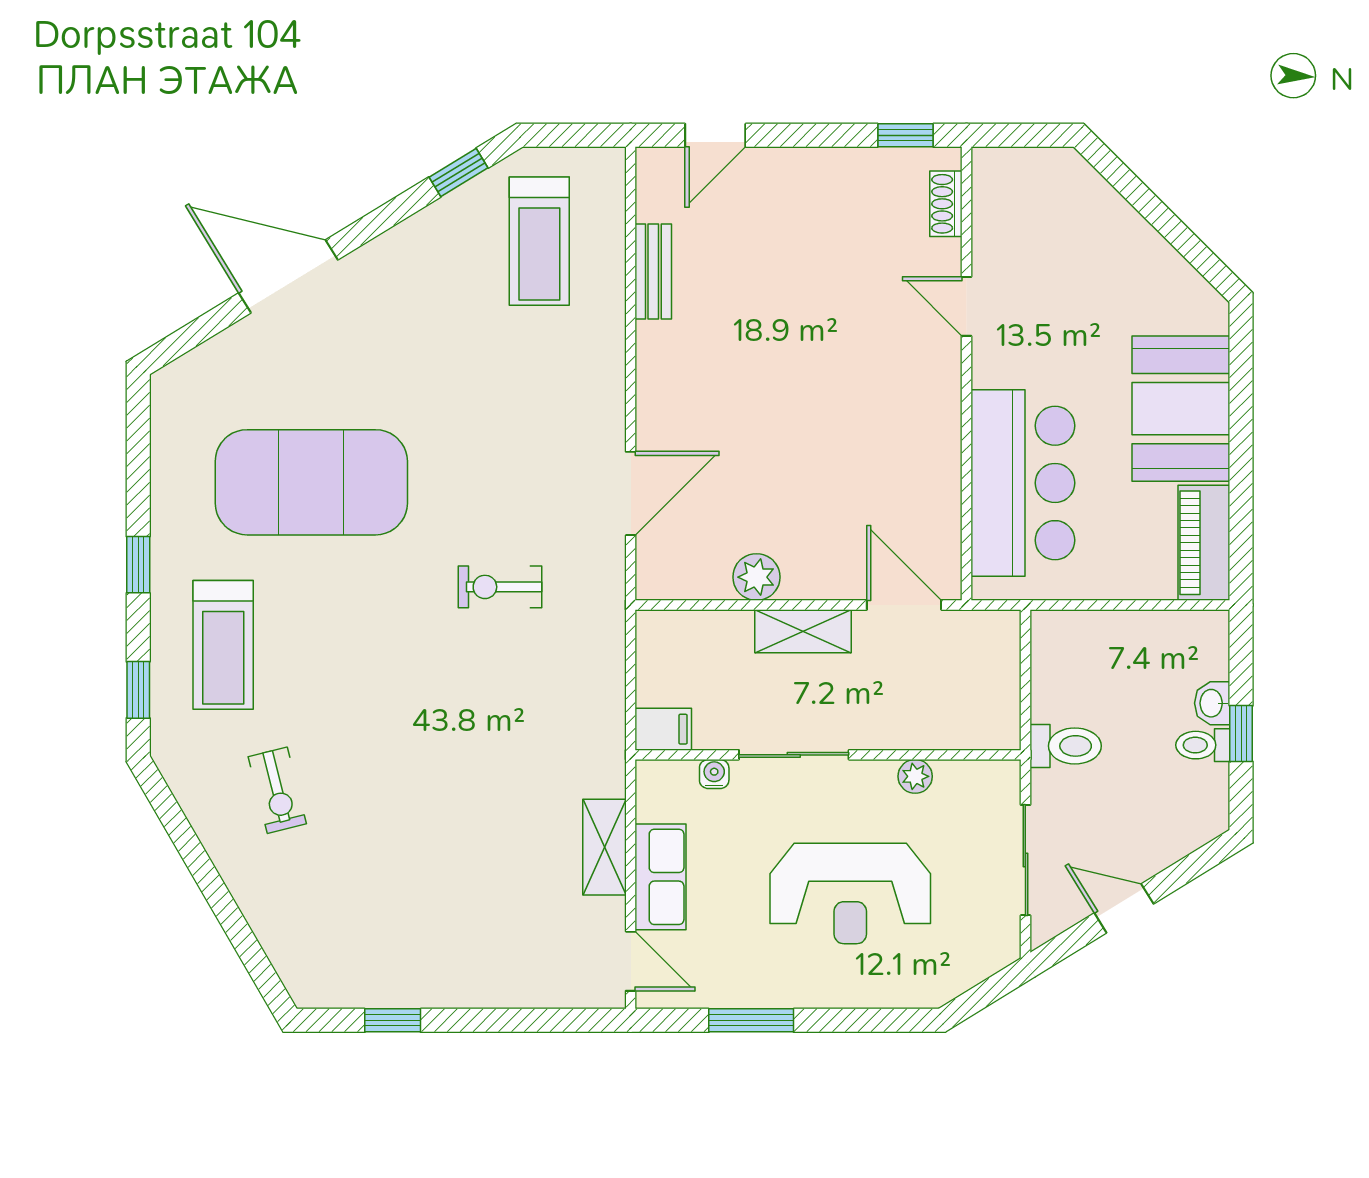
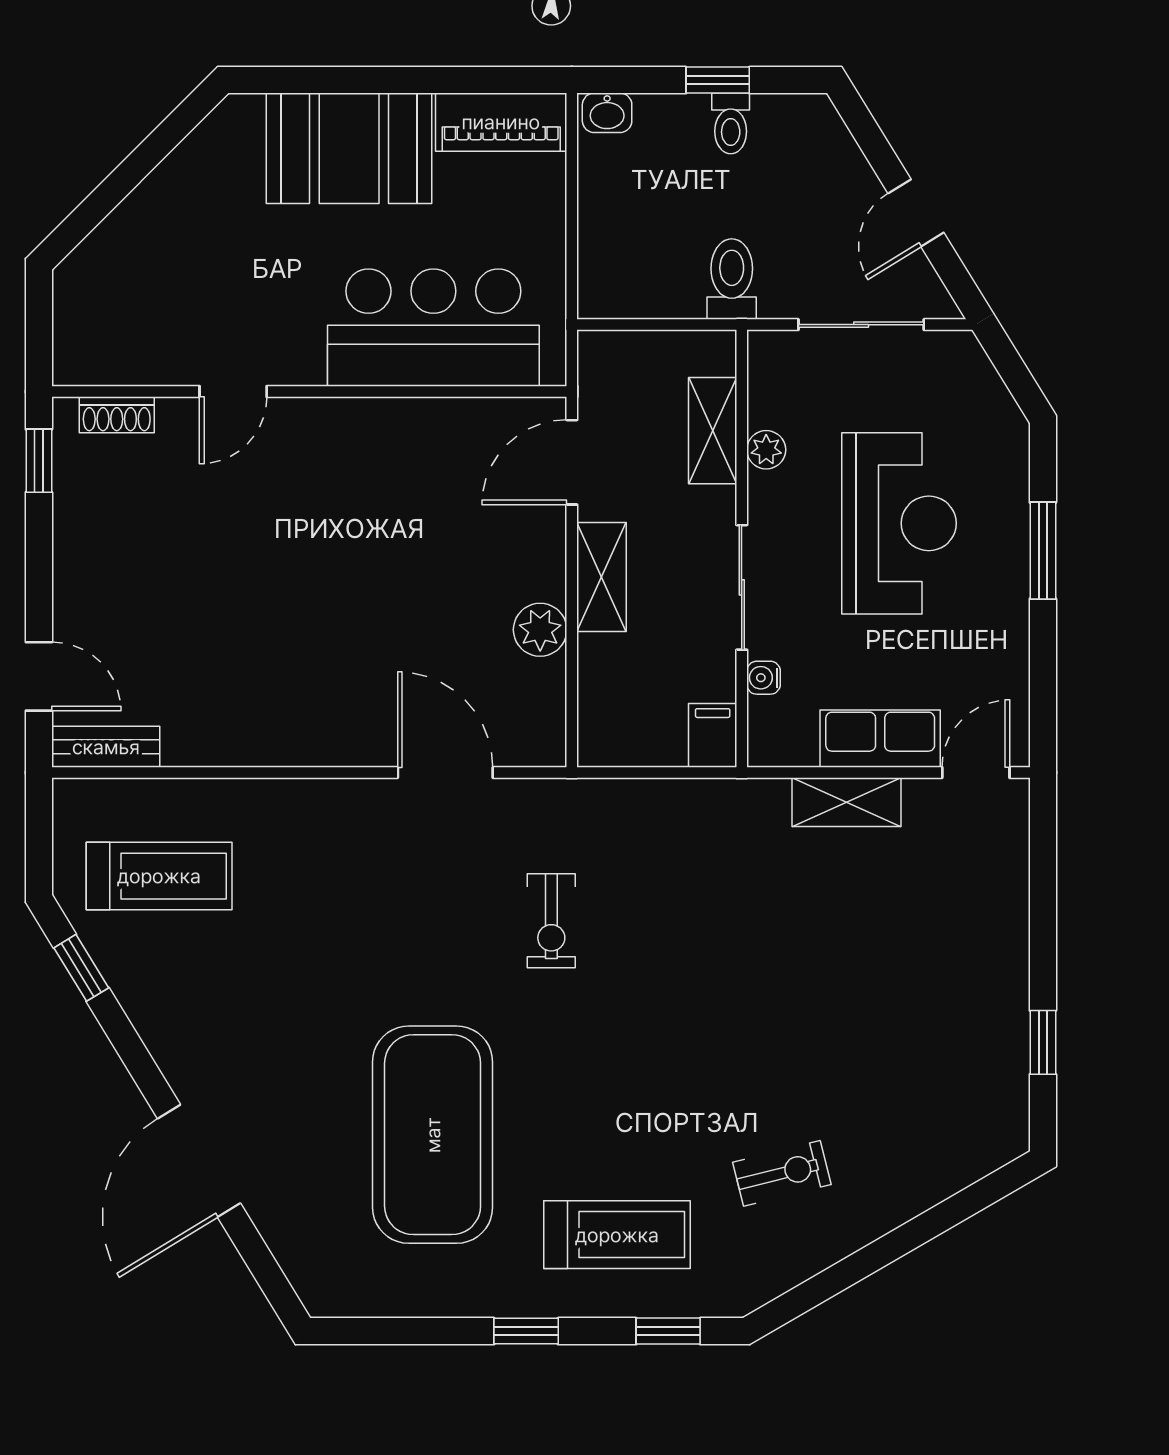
bench: (653, 272) -> (106, 747), moved
washbasin: (1212, 703) -> (607, 113), moved
shelving: (932, 729) -> (713, 431), added
window: (751, 1020) -> (1043, 551), moved

